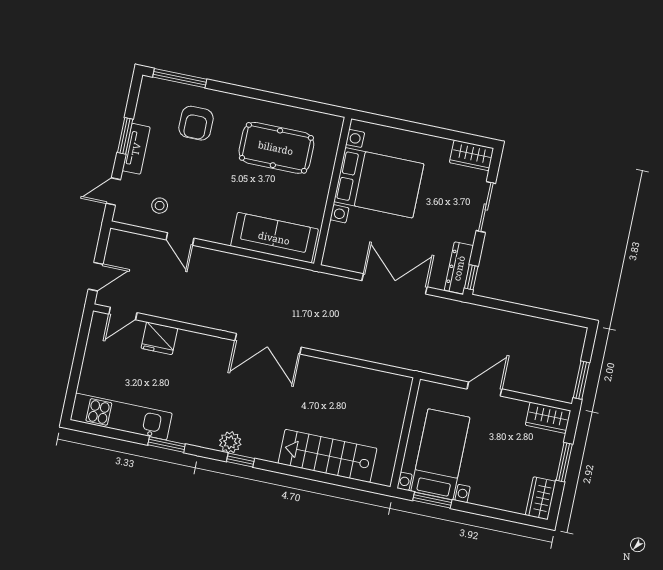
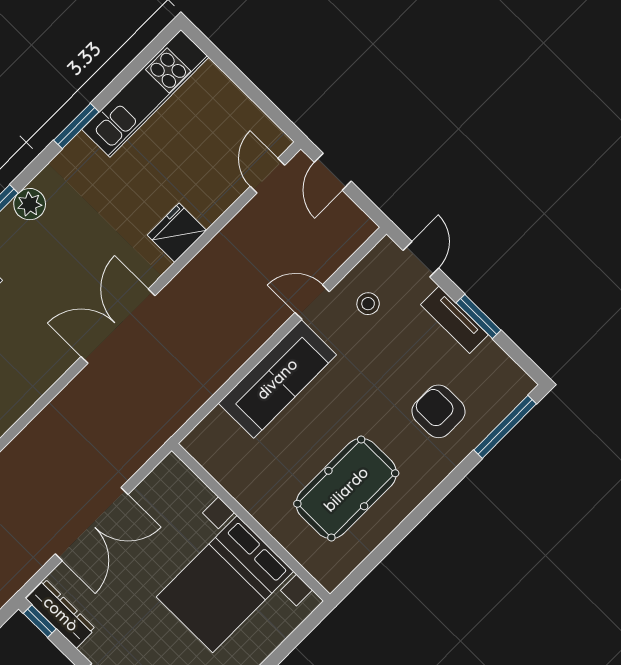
sofa: (274, 238) -> (277, 379), moved
fridge: (159, 338) -> (177, 233), moved

